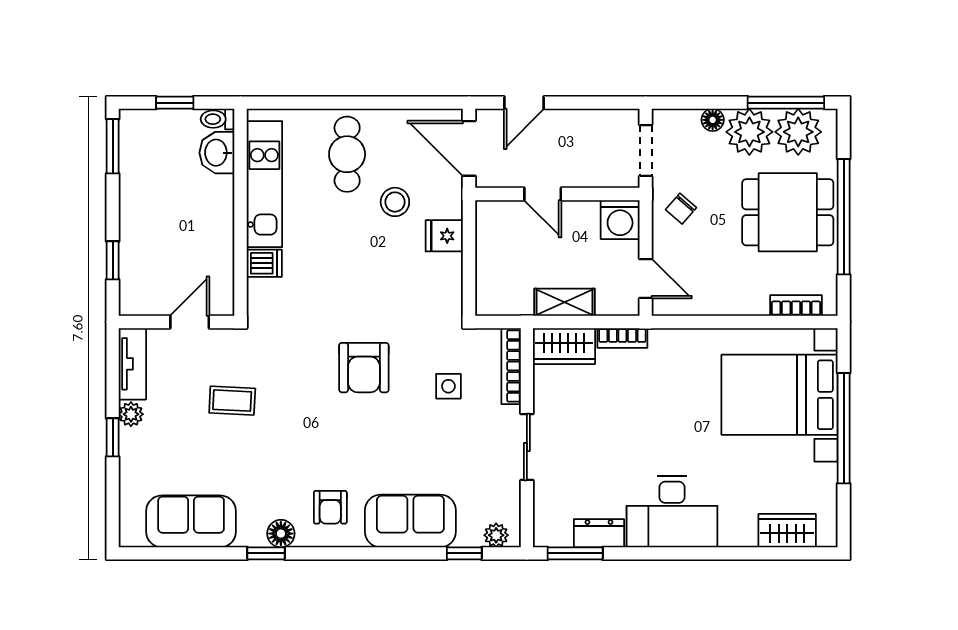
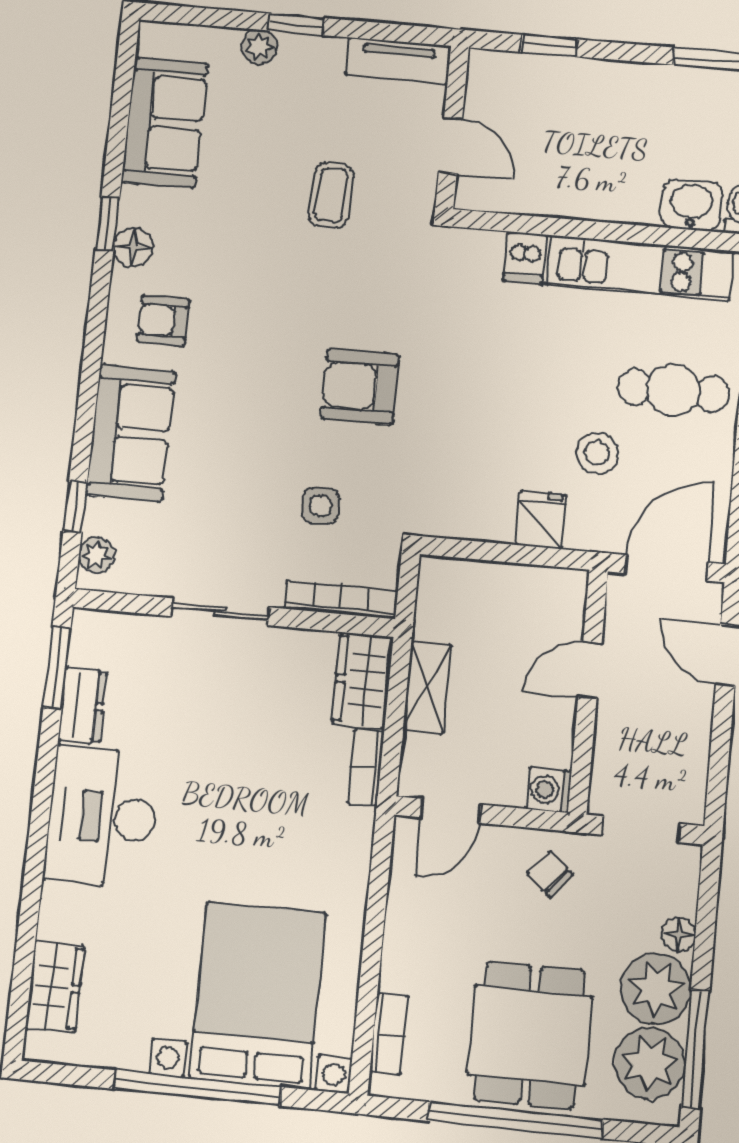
washing machine: (620, 220) -> (549, 790), width x0.73, depth x0.73
plant: (131, 414) -> (260, 47), moved

